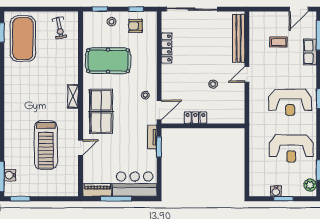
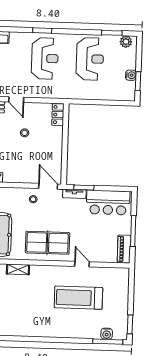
shelving: (73, 96) -> (18, 269), moved
locker: (195, 118) -> (58, 115), moved
treadmill: (46, 145) -> (78, 298), turned 180
bar counter: (135, 184) -> (108, 203), moved, turned -90
window: (283, 199) -> (138, 81), moved

